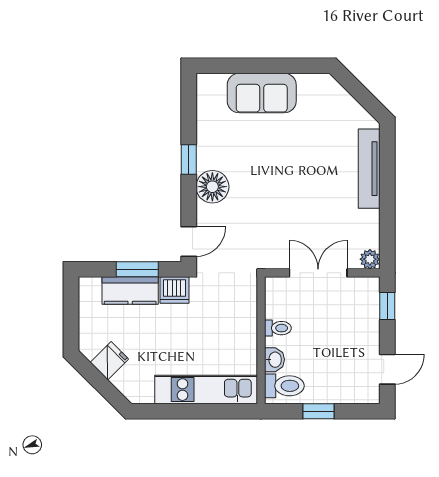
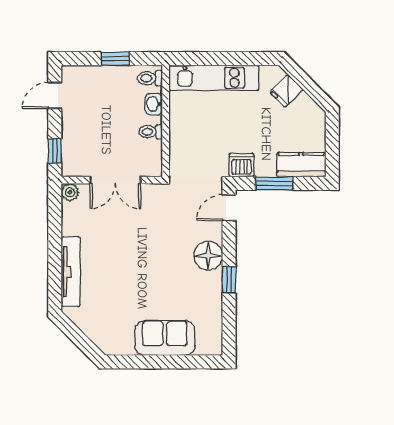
kitchen counter: (130, 291) -> (301, 165), moved
fridge: (109, 361) -> (286, 91), moved
toilet: (284, 386) -> (150, 78), width x0.73, depth x0.72

